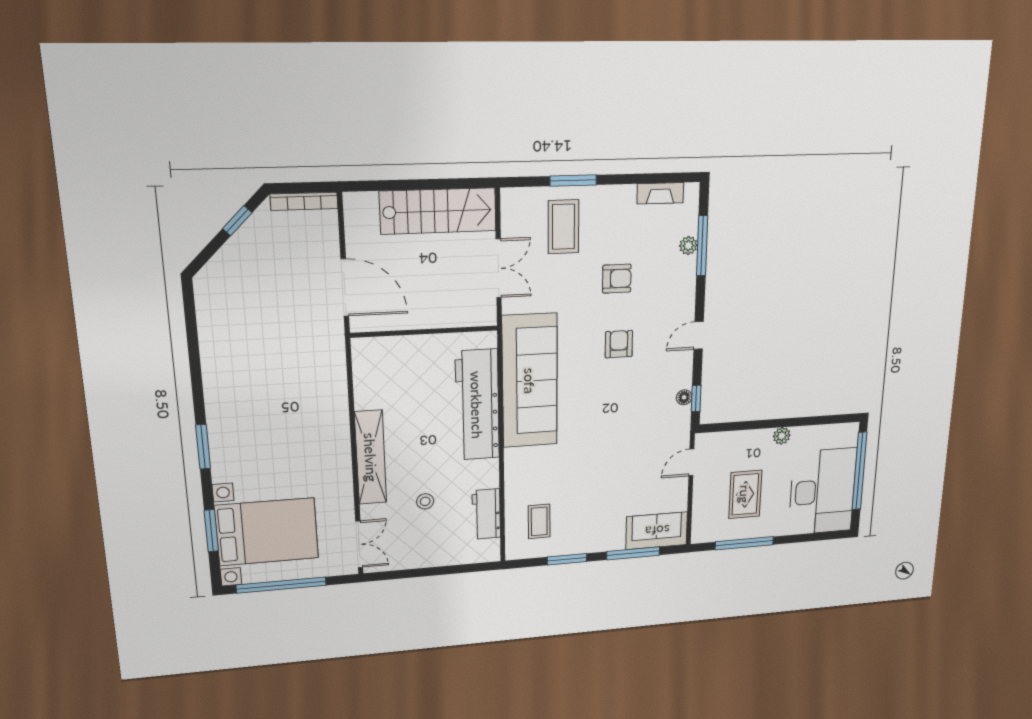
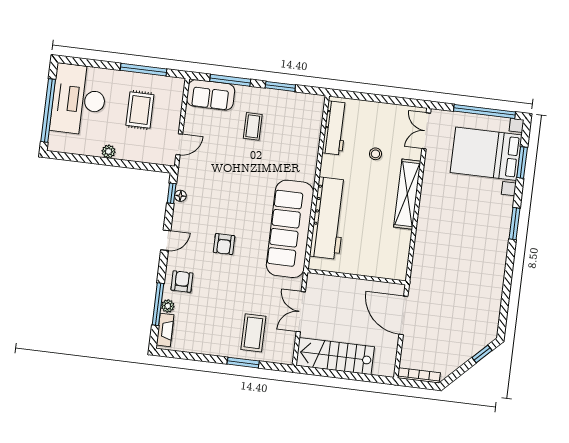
fireplace: (660, 193) -> (165, 330), moved, turned 90
window: (237, 221) -> (482, 354), moved
armchair: (617, 279) -> (182, 282), moved, turned 90
workbench: (486, 514) -> (335, 128), width x1.38
coffee table: (539, 521) -> (253, 126), moved

